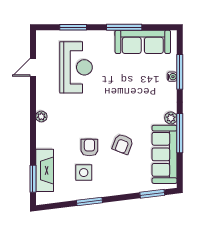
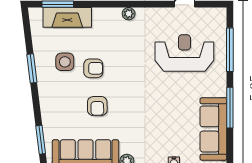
window: (73, 27) -> (230, 50), width x1.44
reception desk: (76, 67) -> (184, 53), turned 180
armchair: (123, 144) -> (97, 106), turned -112

